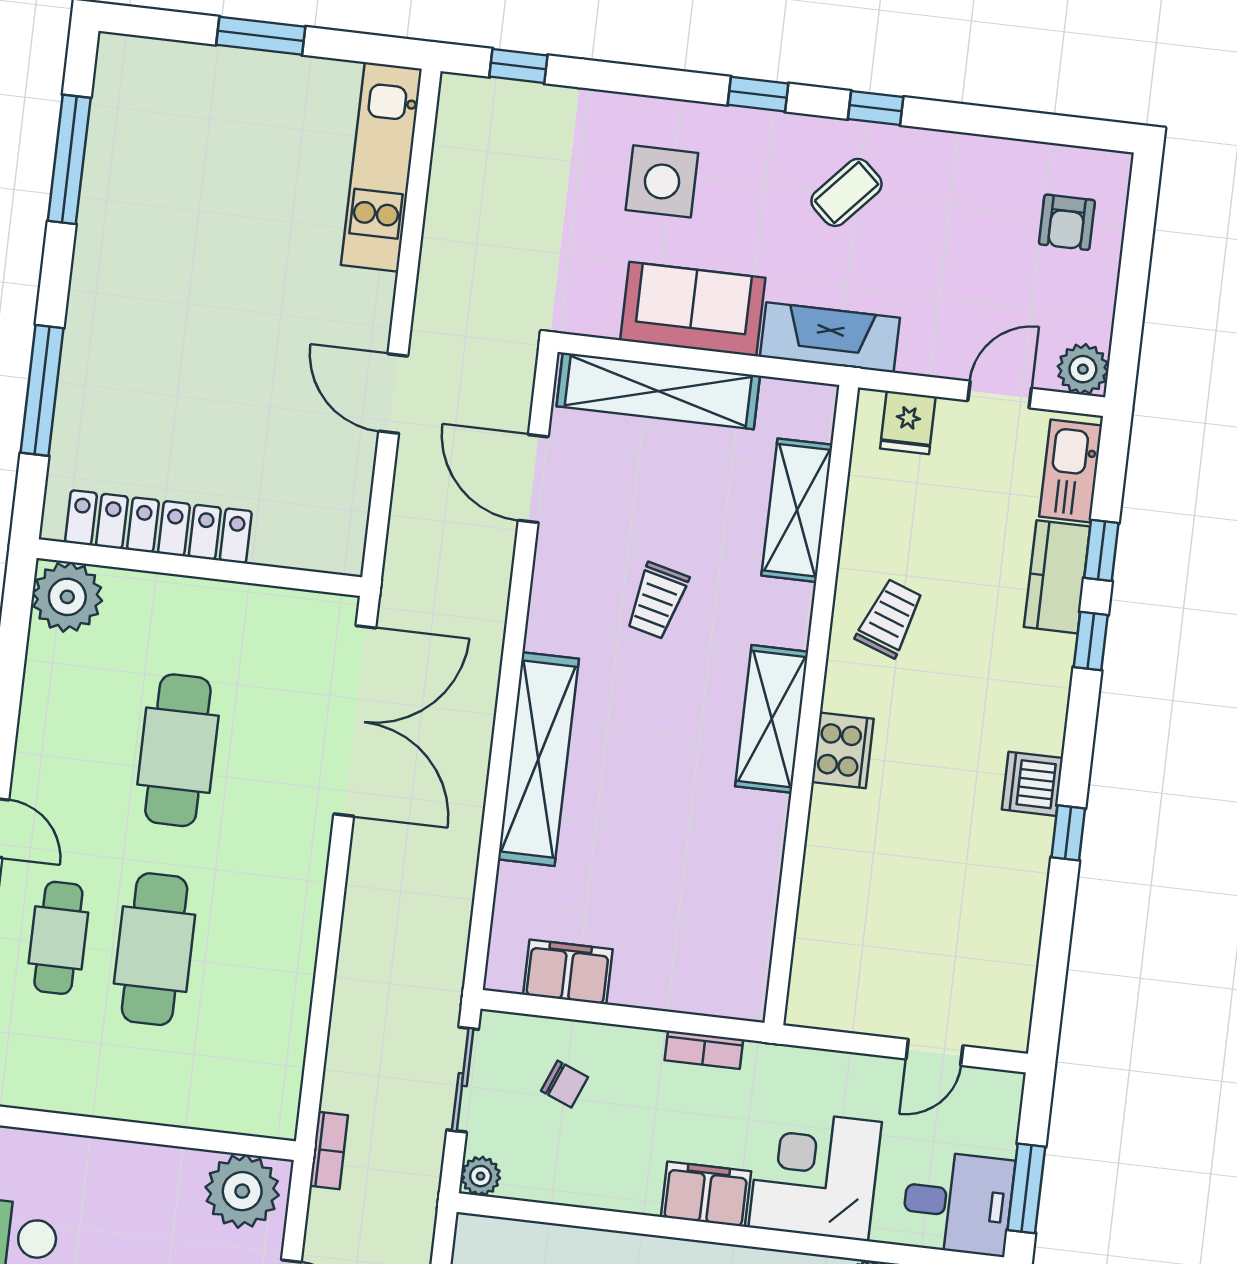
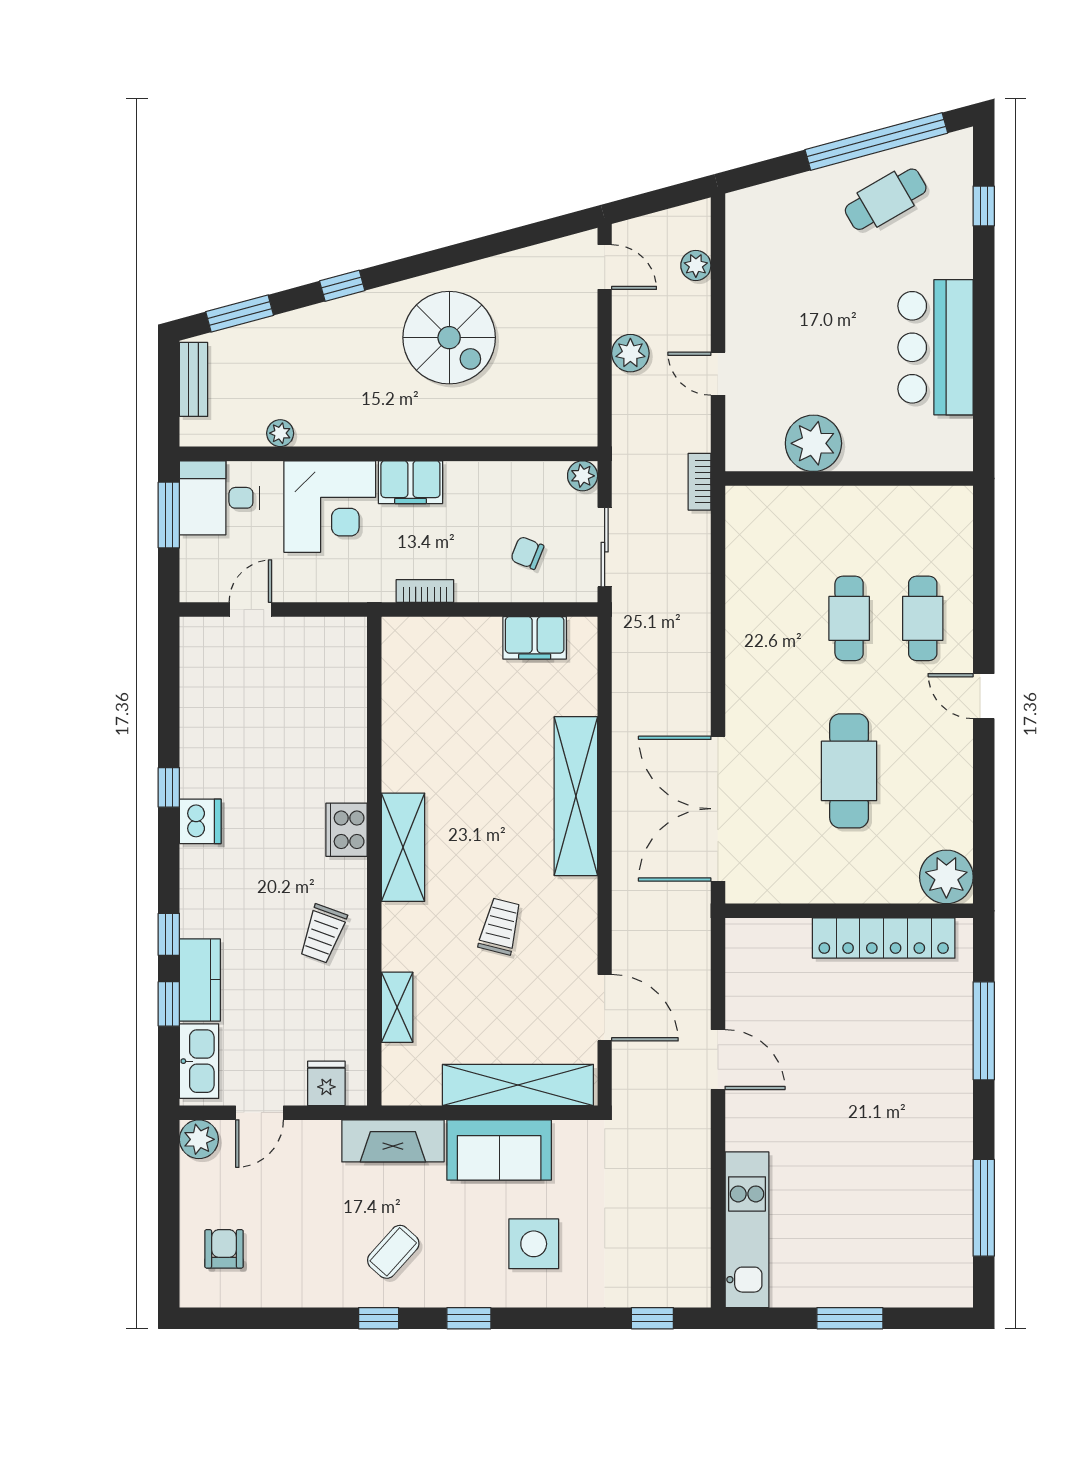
shelving: (797, 510) -> (397, 1007), width x0.67, depth x0.75
cafe table: (155, 949) -> (849, 618), width x0.73, depth x0.74
plant: (242, 1191) -> (813, 443), moved

